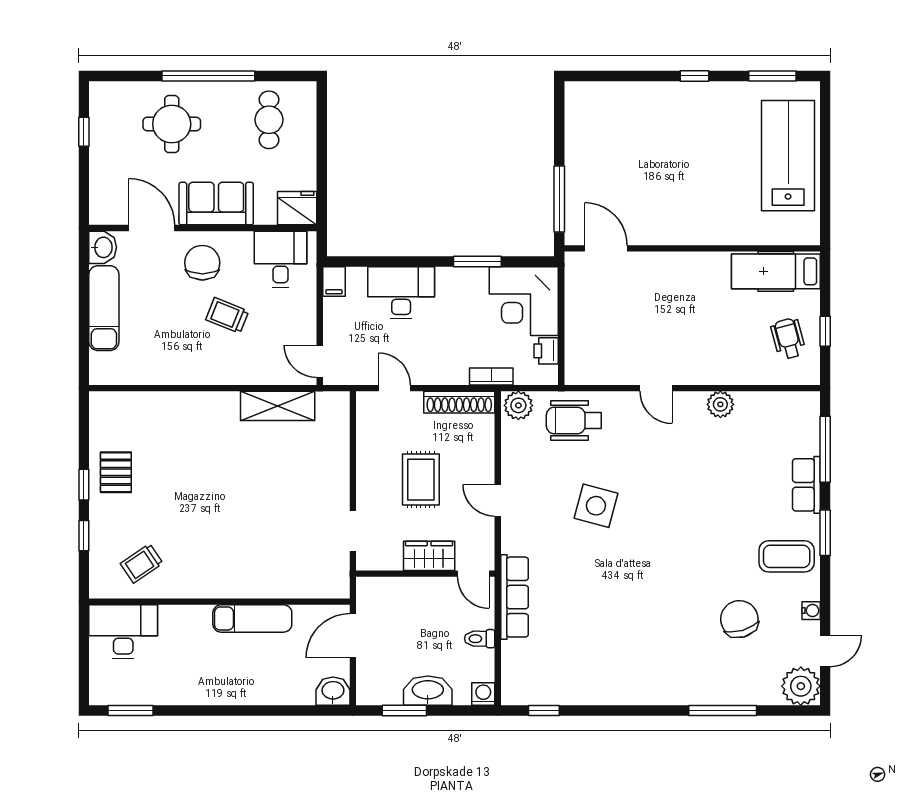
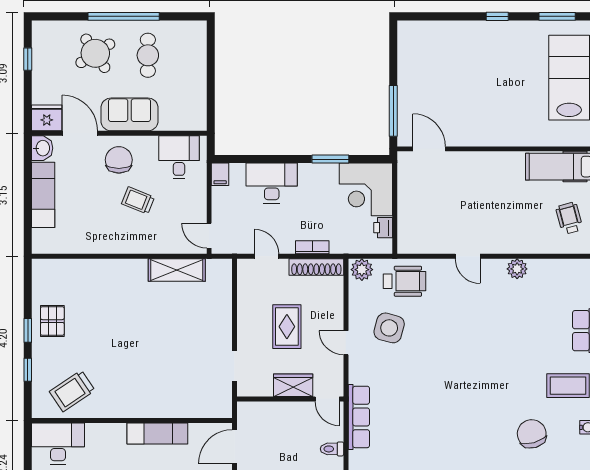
cafe table: (269, 120) -> (148, 55), moved
round table: (172, 124) -> (95, 53), turned -33
fridge: (297, 208) -> (47, 118), moved
bookcase: (491, 376) -> (312, 247), moved
wheelchair: (574, 421) -> (405, 281), turned 180
side table: (596, 506) -> (389, 328), moved
trolley: (142, 563) -> (72, 391), width x1.36, depth x1.39

